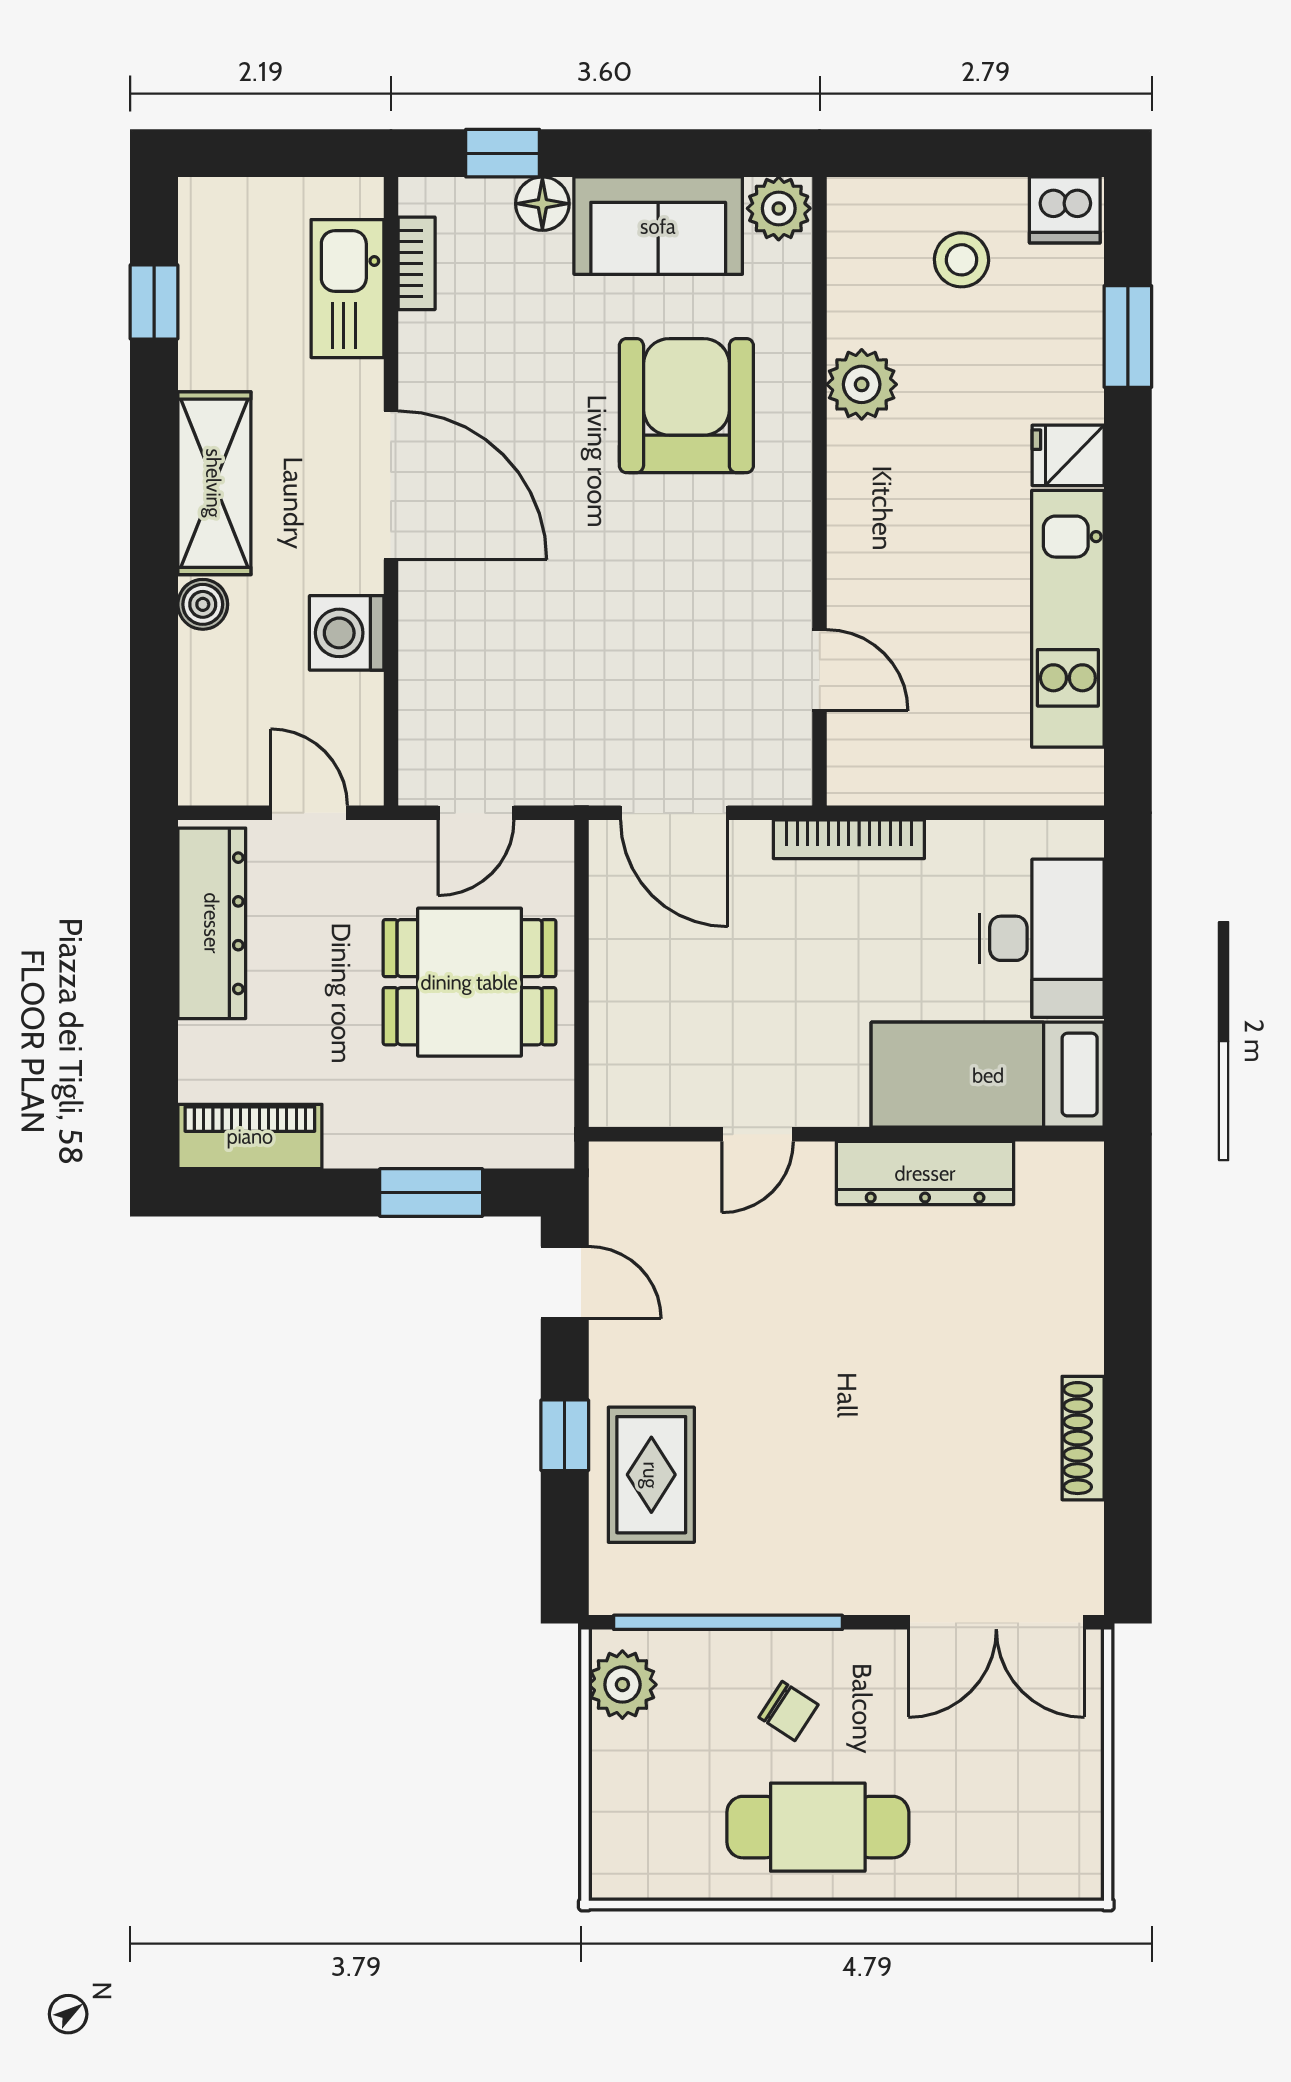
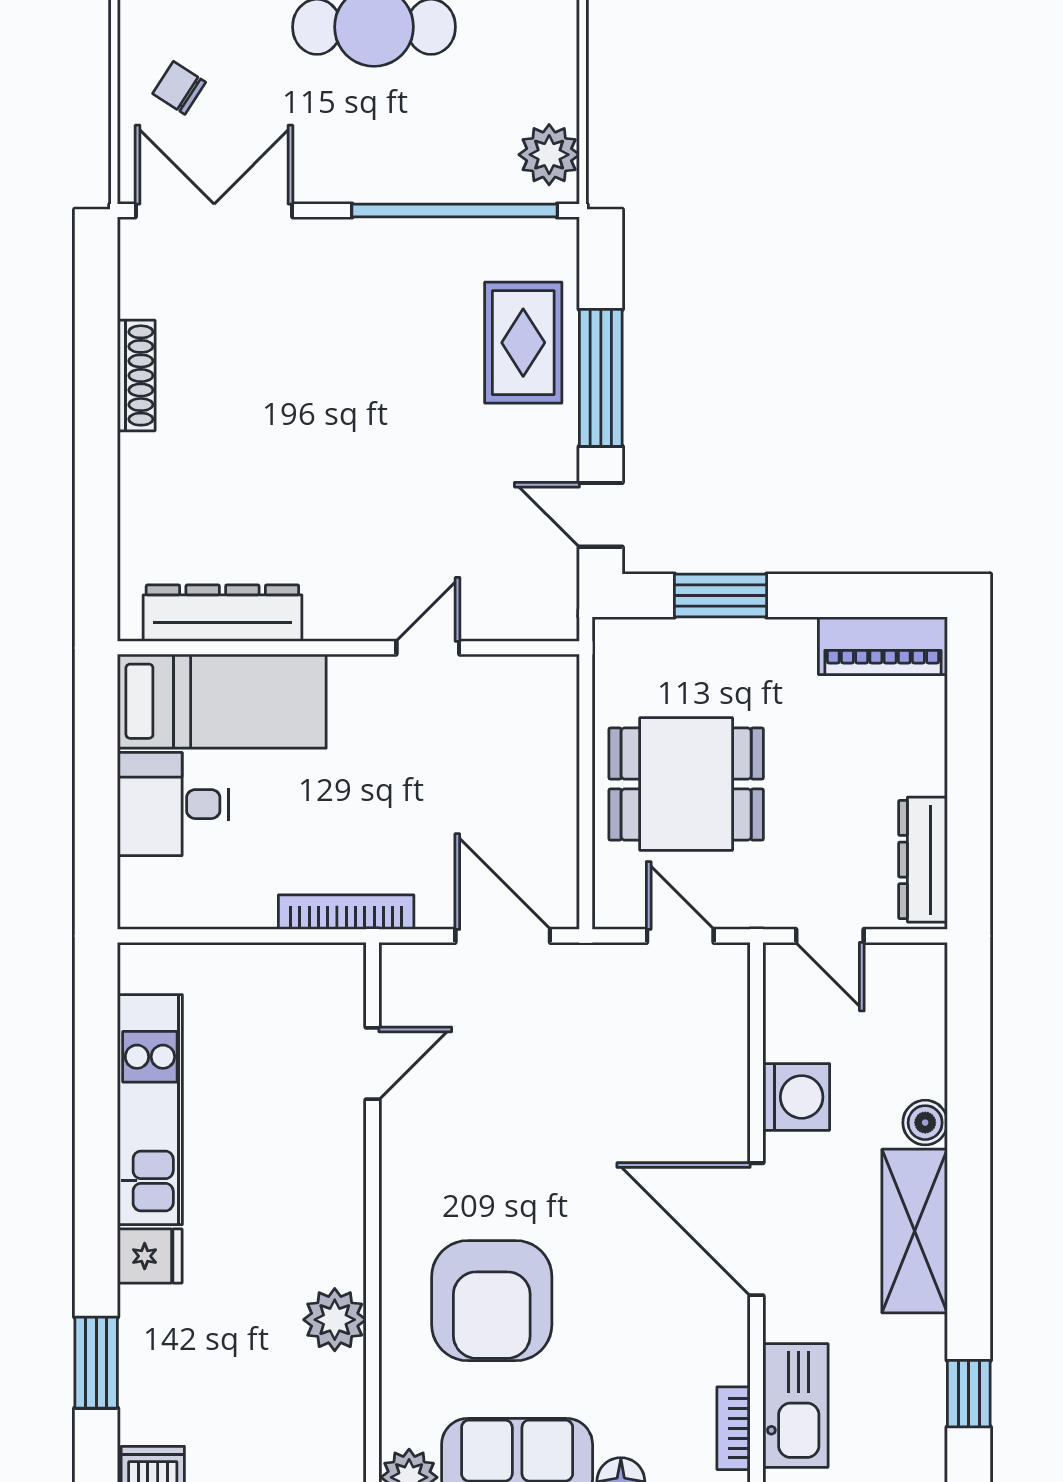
stool: (962, 260) -> (245, 1431), removed
door: (820, 670) -> (372, 1064), swing flipped
door: (476, 813) -> (680, 936), hinge flipped
dresser: (212, 923) -> (923, 860), width x0.73, depth x0.80
desk: (1042, 938) -> (173, 804), width x0.73
dresser: (925, 1173) -> (222, 613), moved
window: (565, 1435) -> (601, 378), width x2.17
chair: (789, 1711) -> (179, 88), moved

